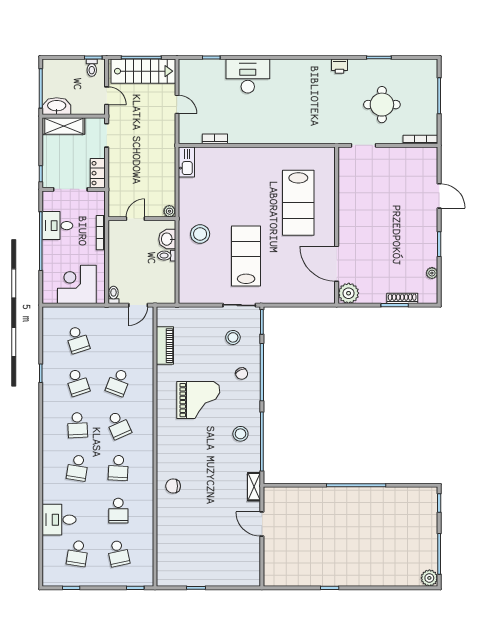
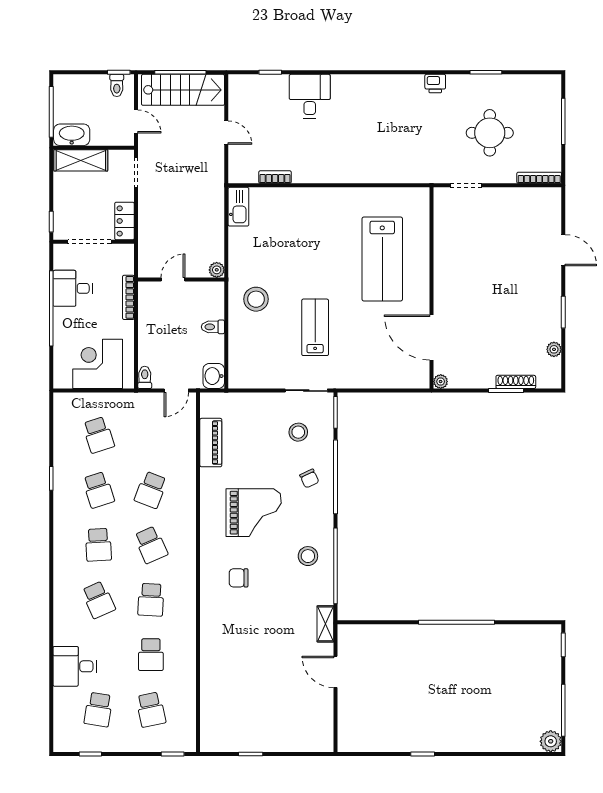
desk: (248, 76) -> (310, 96), width x0.73
washbasin: (167, 239) -> (214, 376), moved
lab bench: (246, 256) -> (315, 327), width x0.73, depth x0.72
plant: (349, 293) -> (441, 382), width x0.53, depth x0.53
school desk: (77, 468) -> (98, 600), turned -33
chair: (173, 486) -> (239, 578), moved

